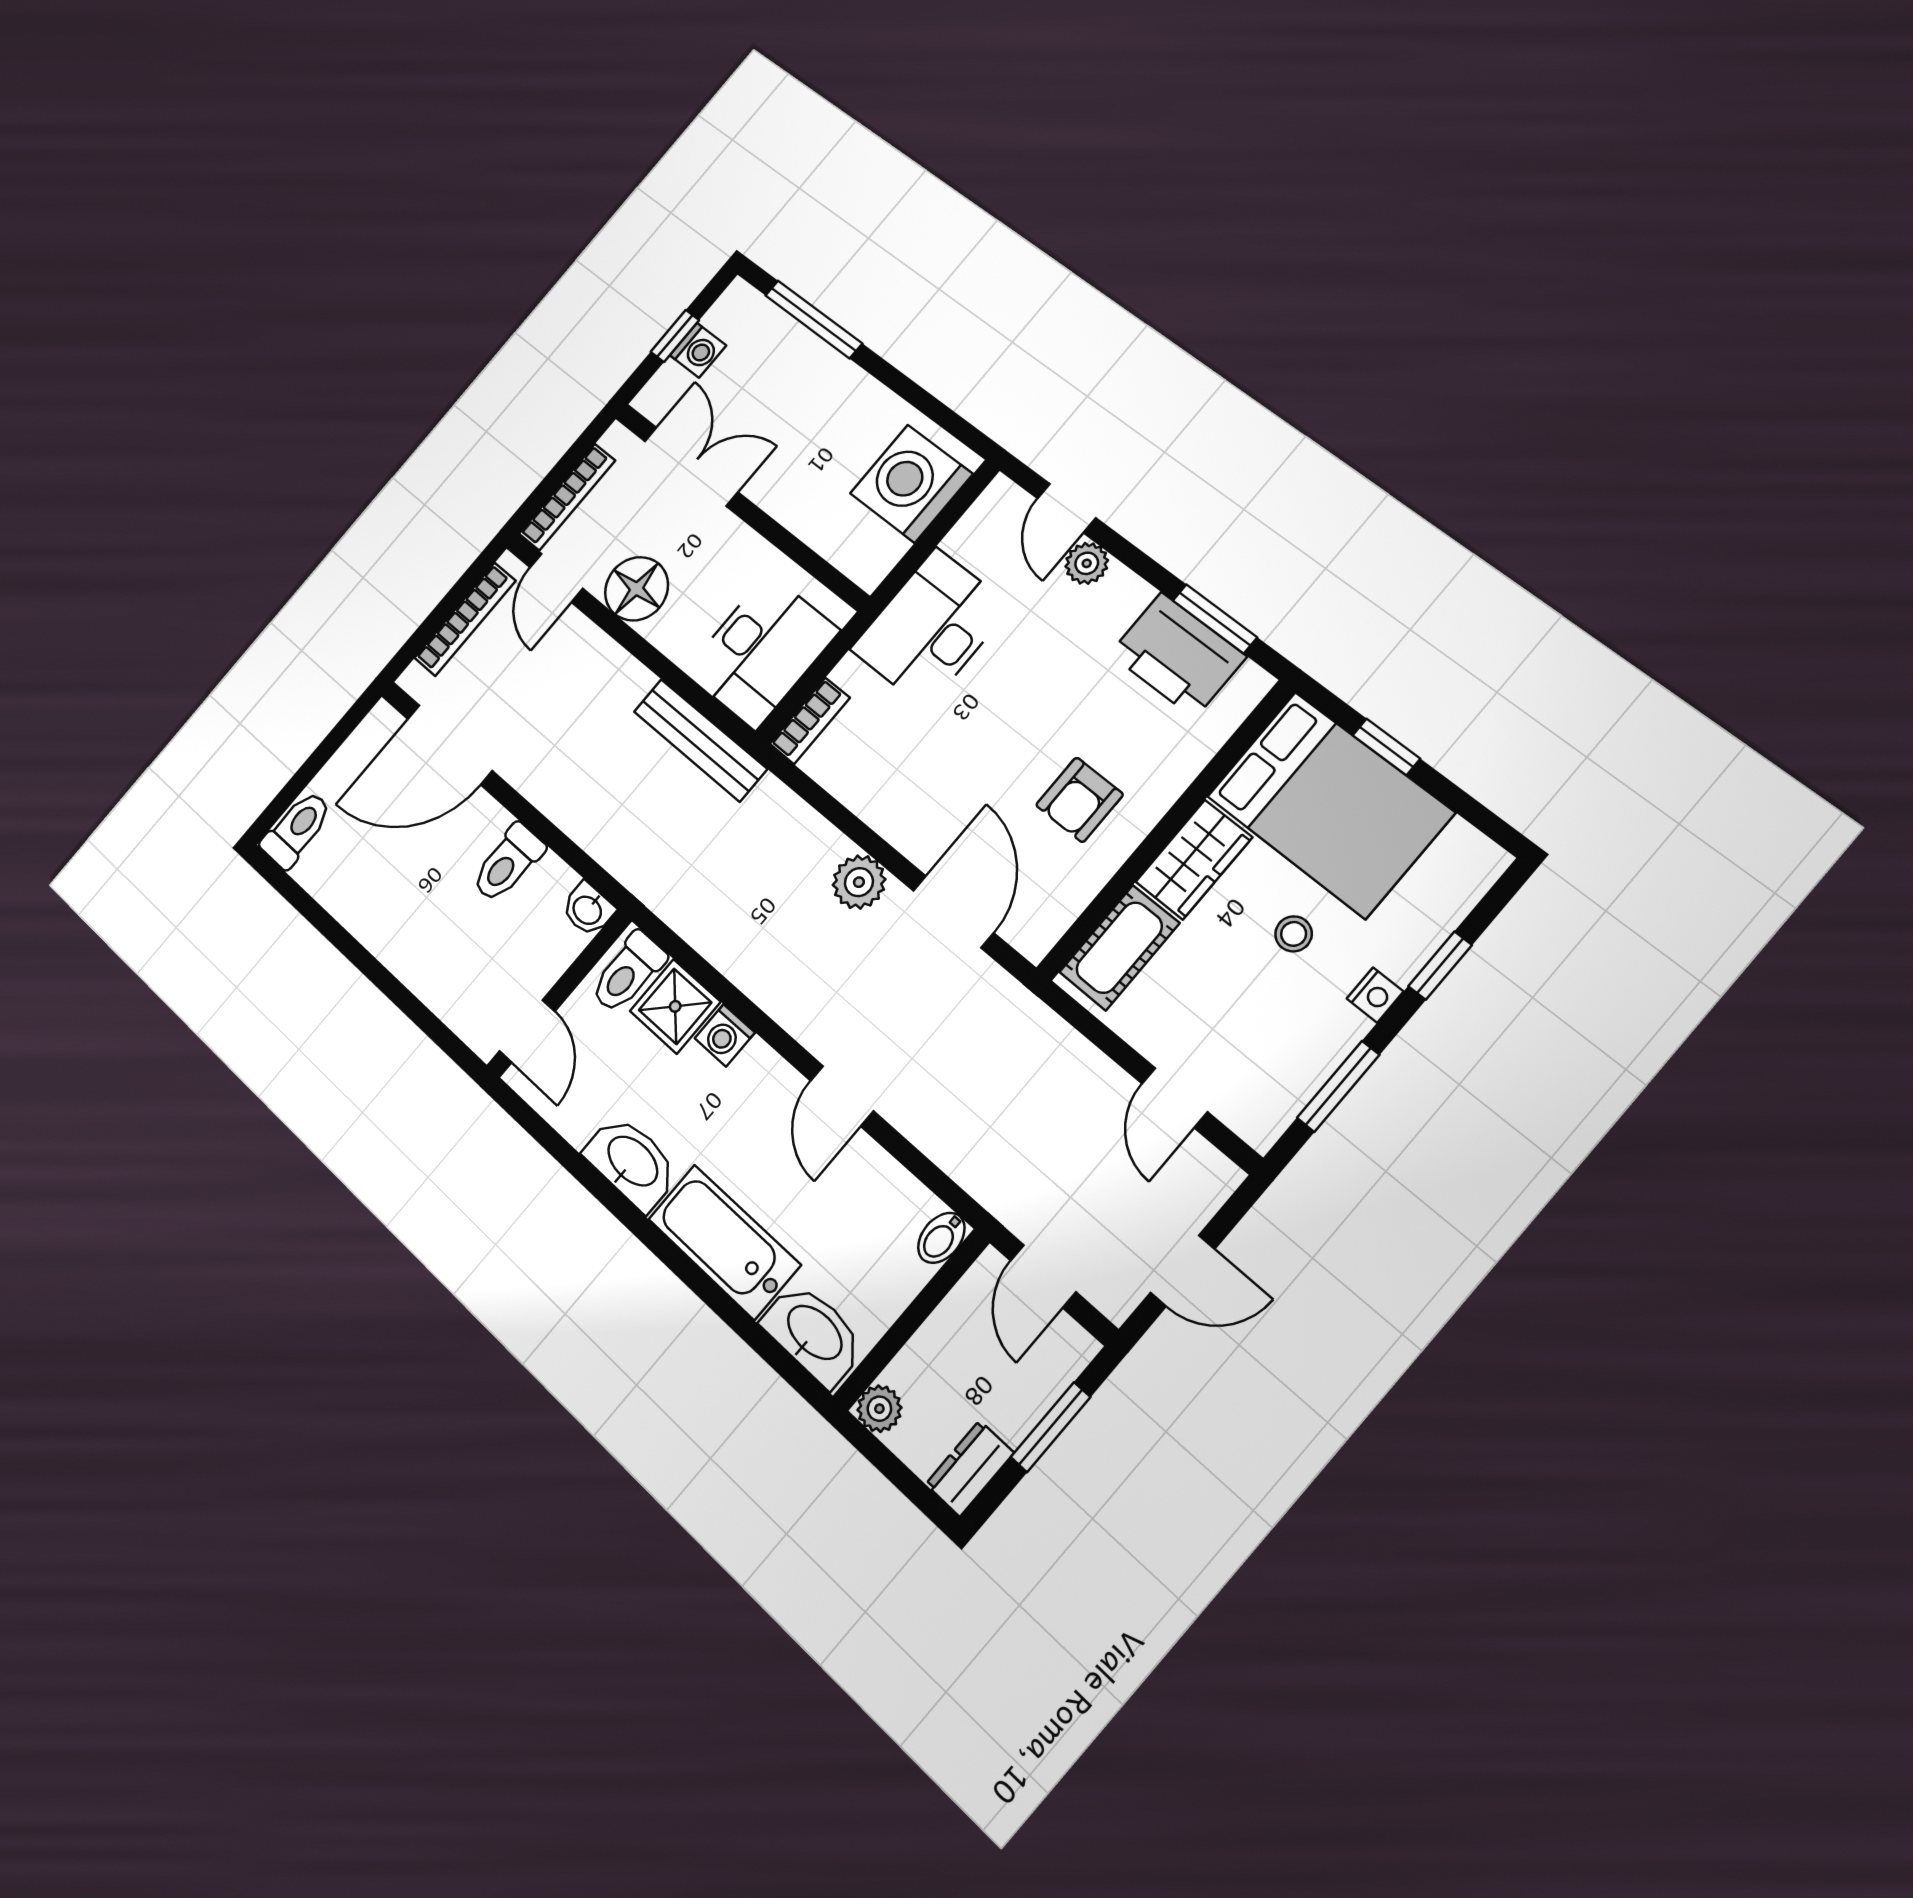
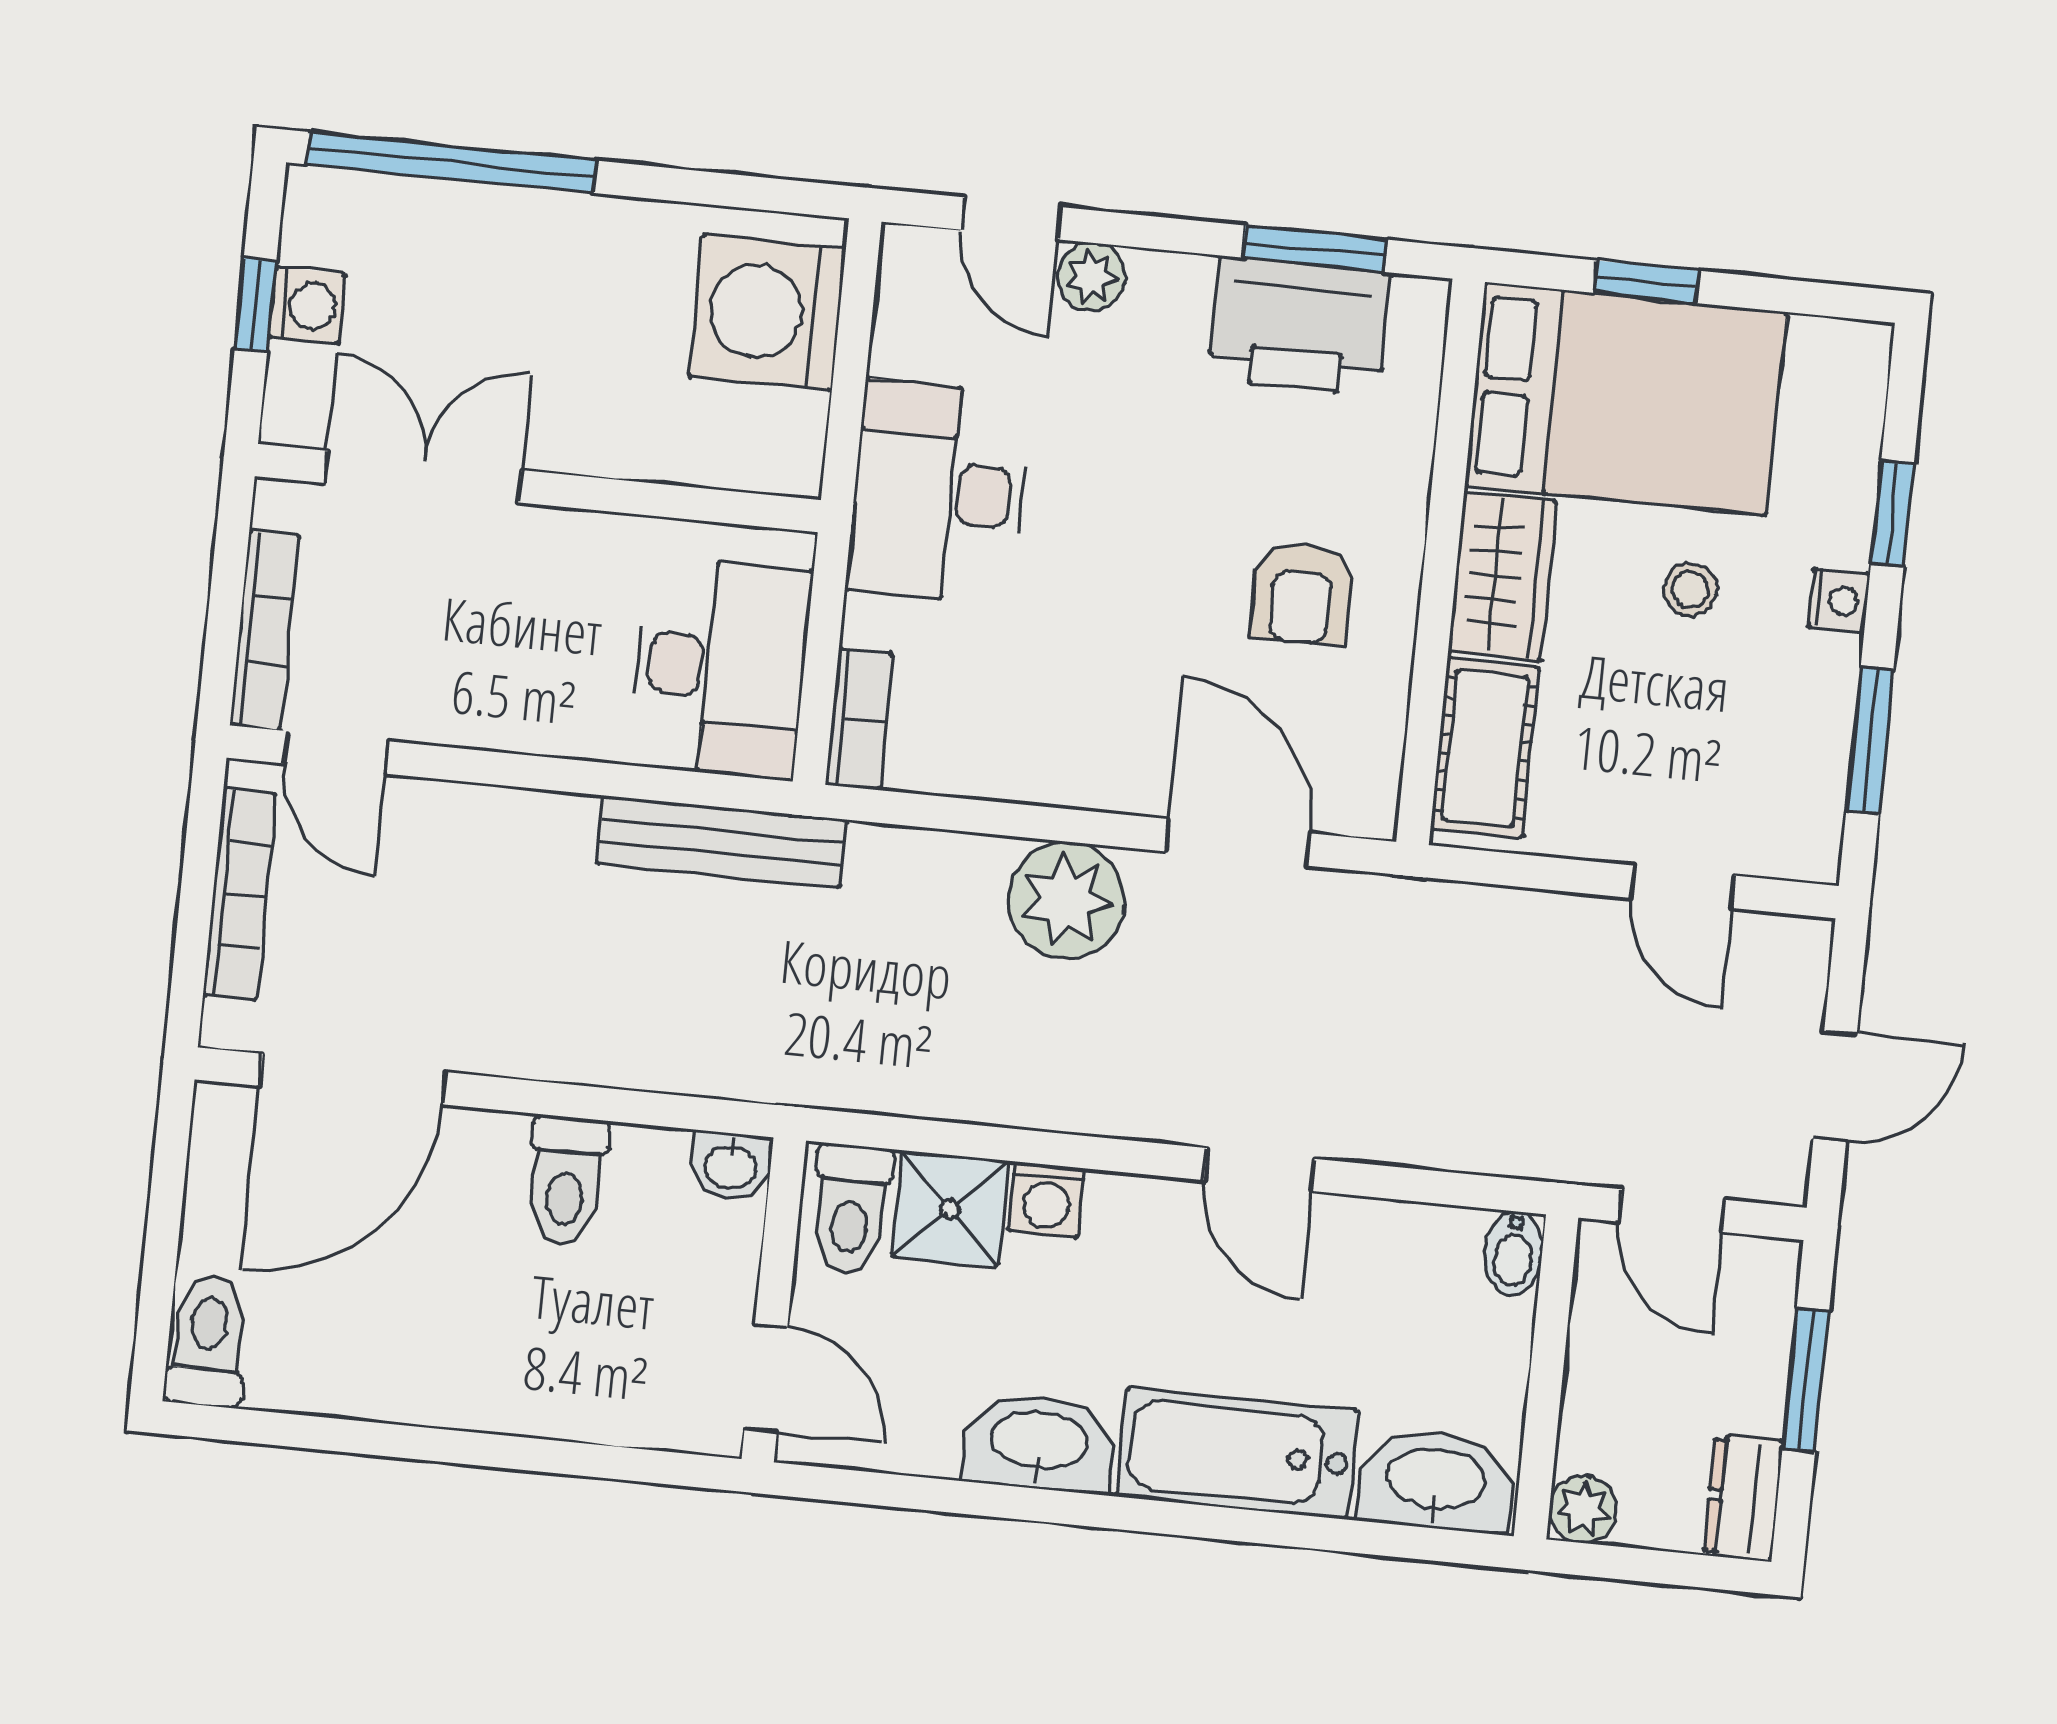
window: (814, 319) -> (452, 163), width x1.46
floor lamp: (637, 589) -> (471, 695), removed
plant: (859, 882) -> (1067, 900), width x1.36, depth x1.36

